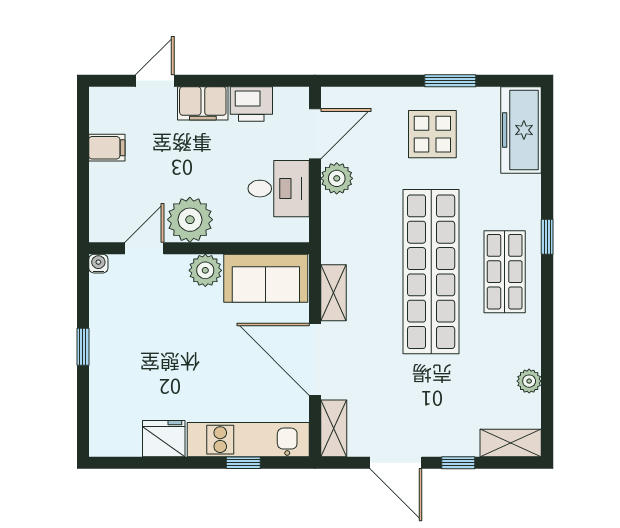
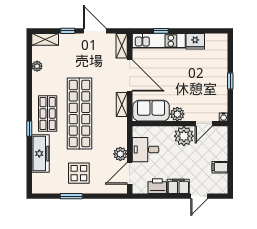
freezer: (521, 130) -> (41, 154), moved

